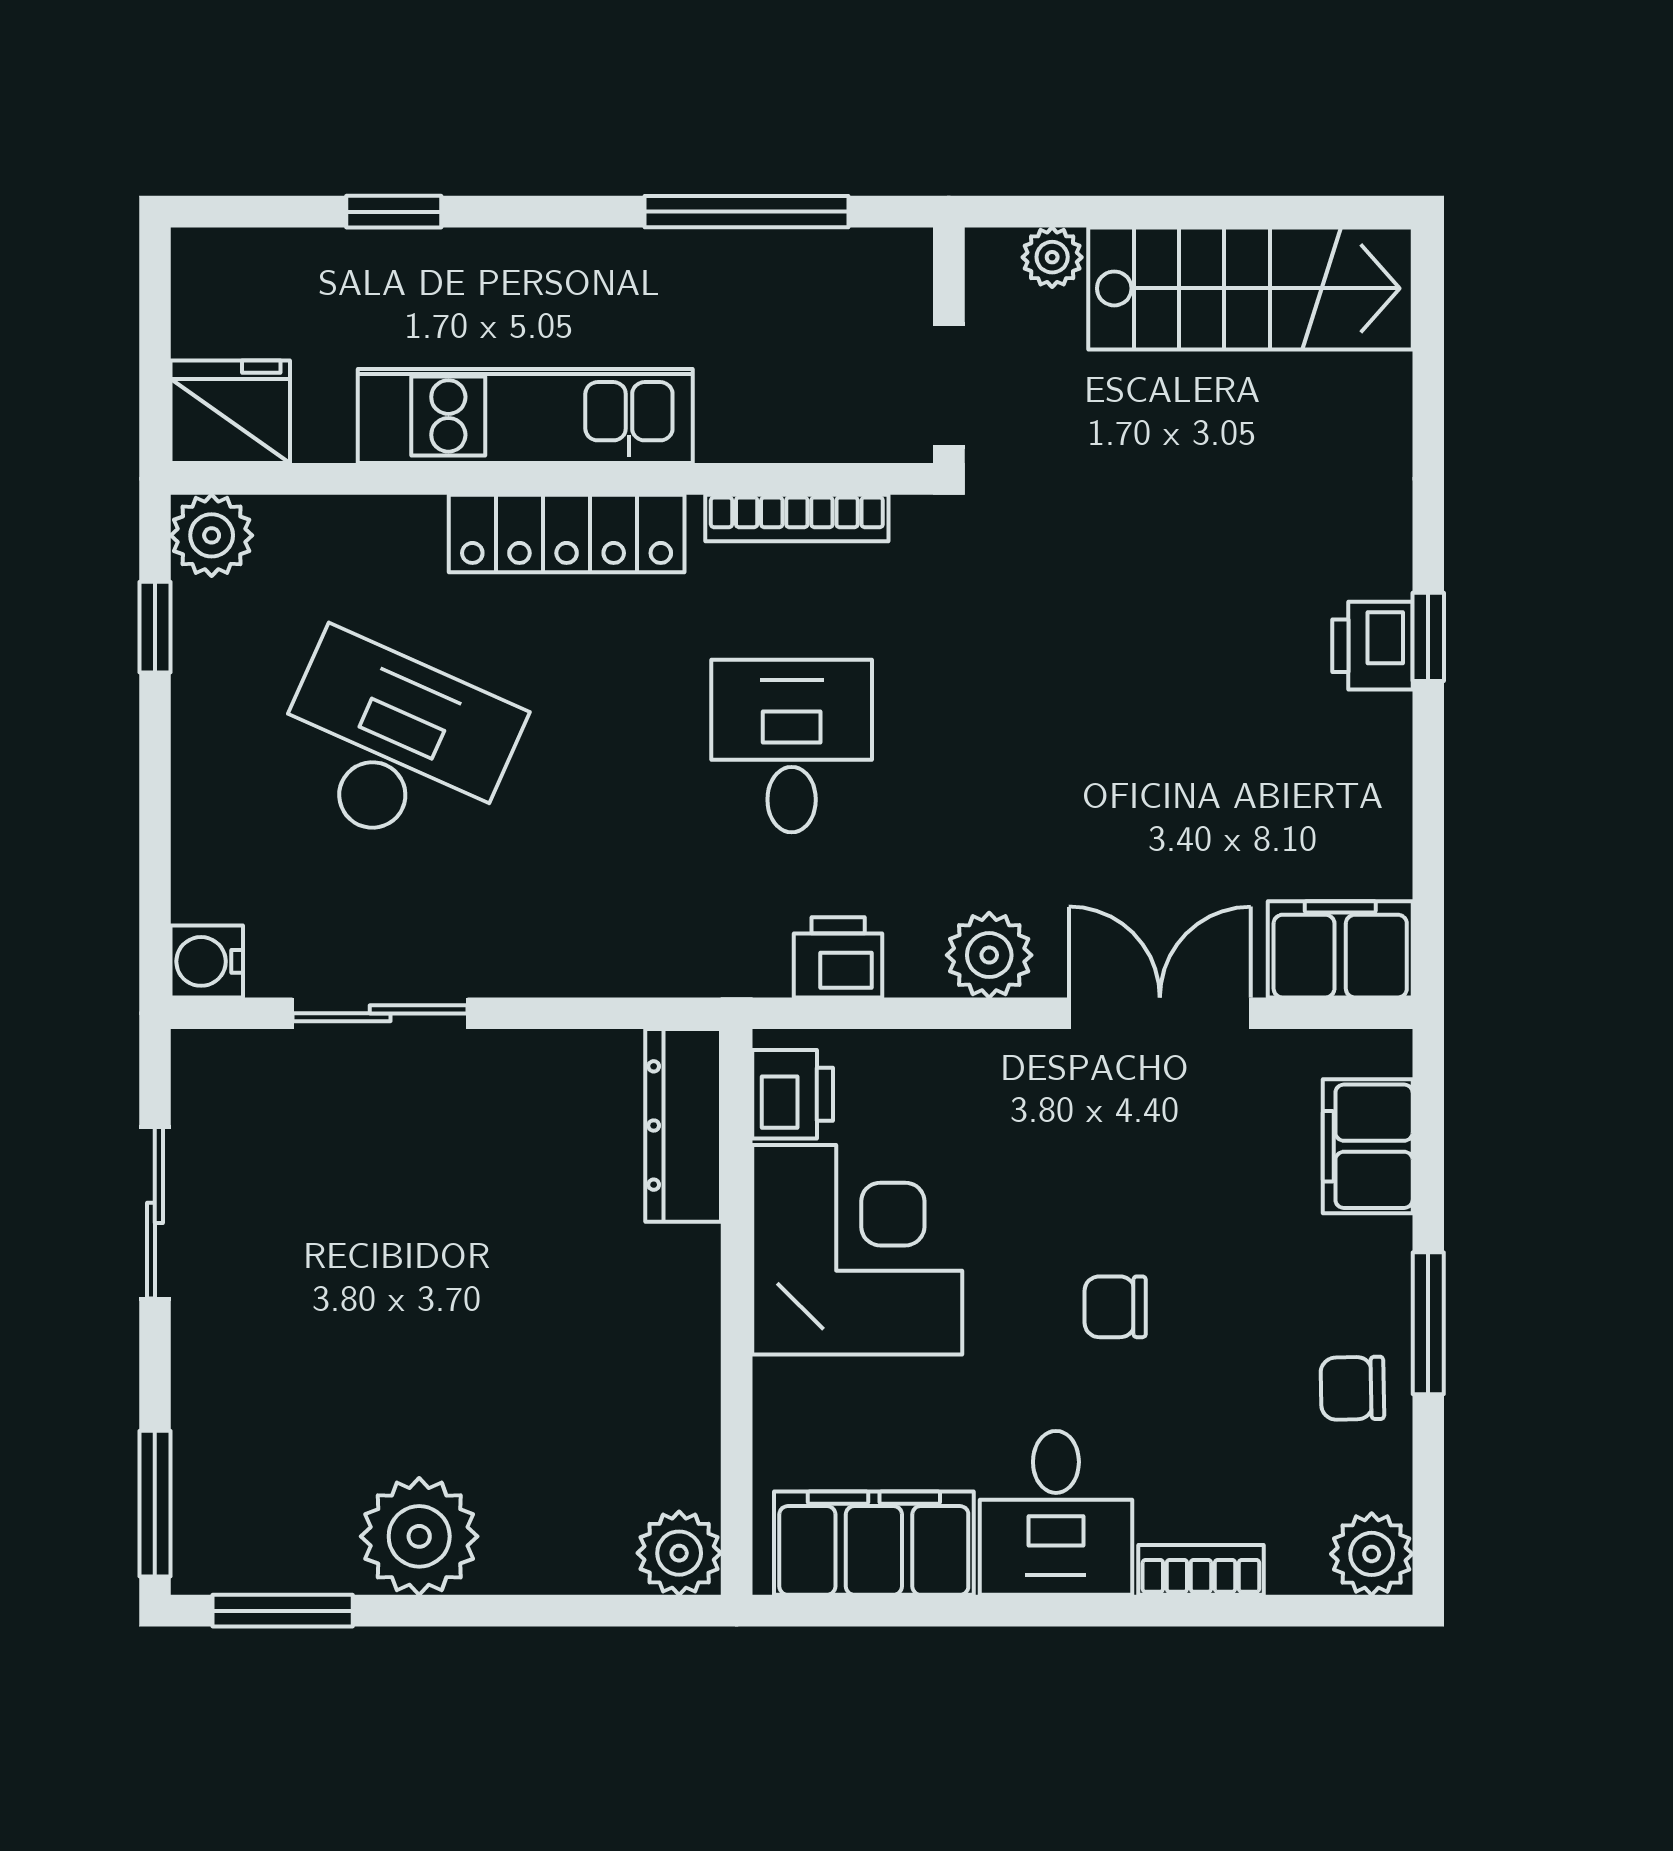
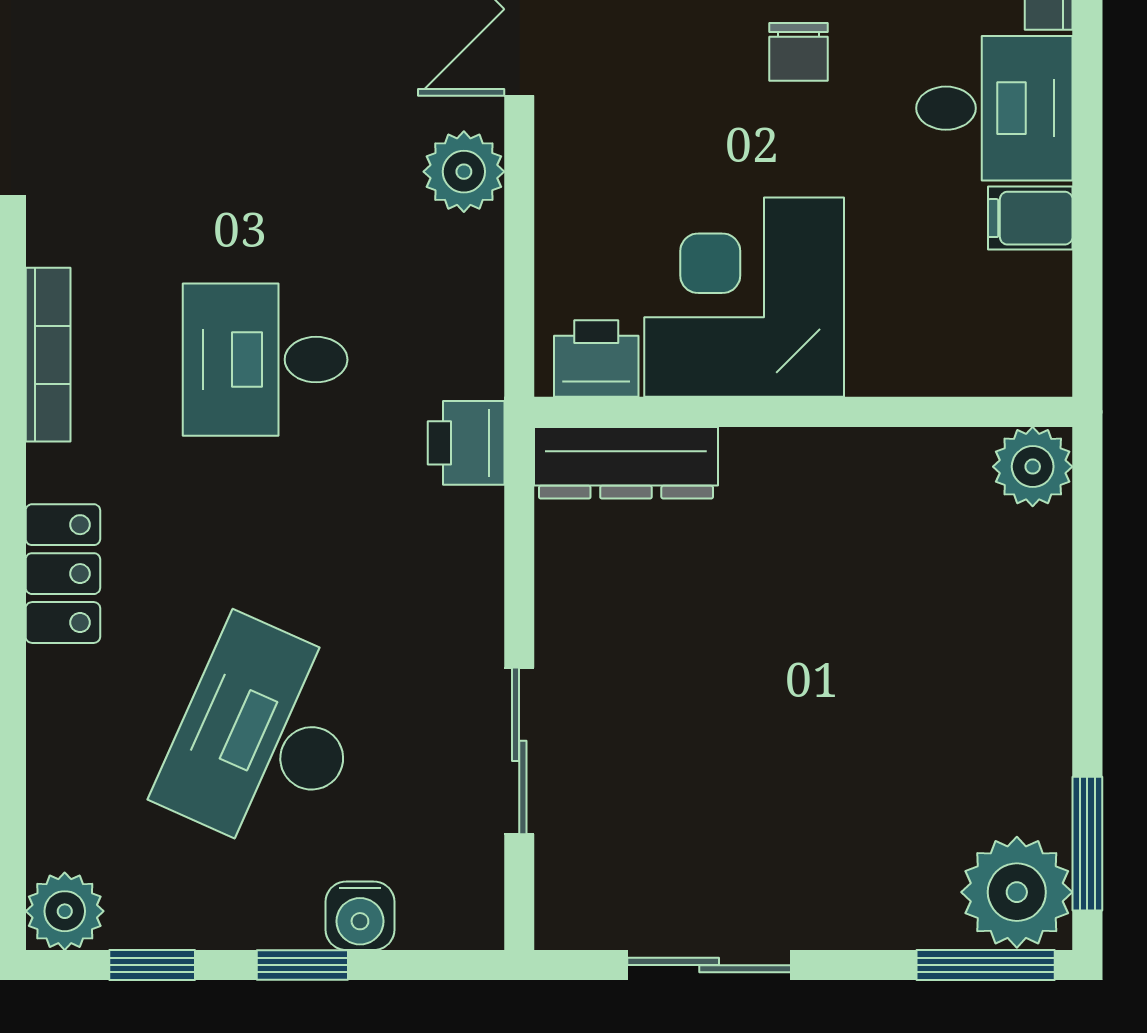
locker: (567, 533) -> (63, 574), width x0.66
window: (155, 785) -> (302, 965), added
printer: (838, 957) -> (466, 443), moved
water cooler: (207, 961) -> (360, 916), moved
plant: (419, 1536) -> (1017, 892), moved
filing cabinet: (874, 1543) -> (1030, 218), width x0.33, depth x0.86

